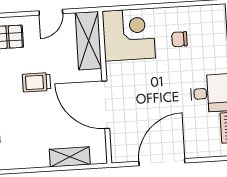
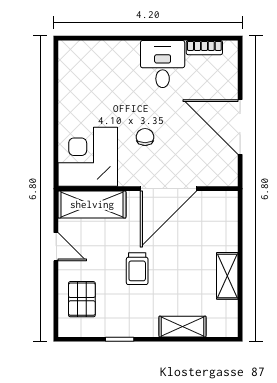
chair: (179, 39) -> (145, 137), moved, turned 180
shelving: (70, 157) -> (227, 276), moved

